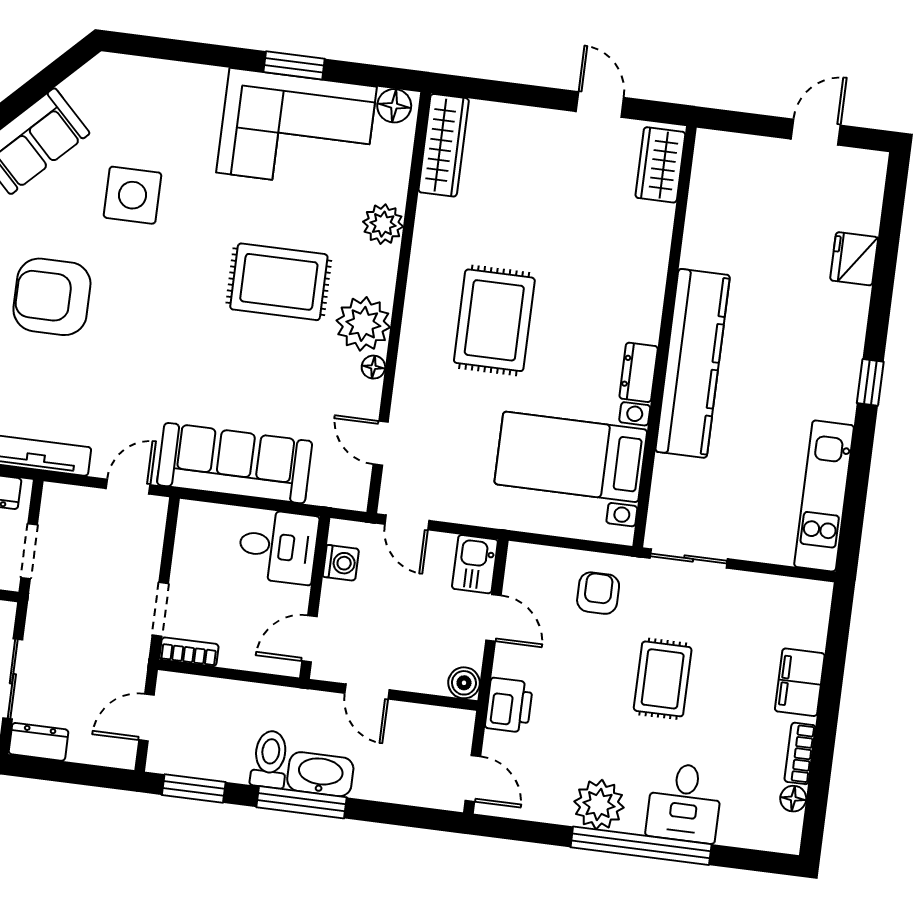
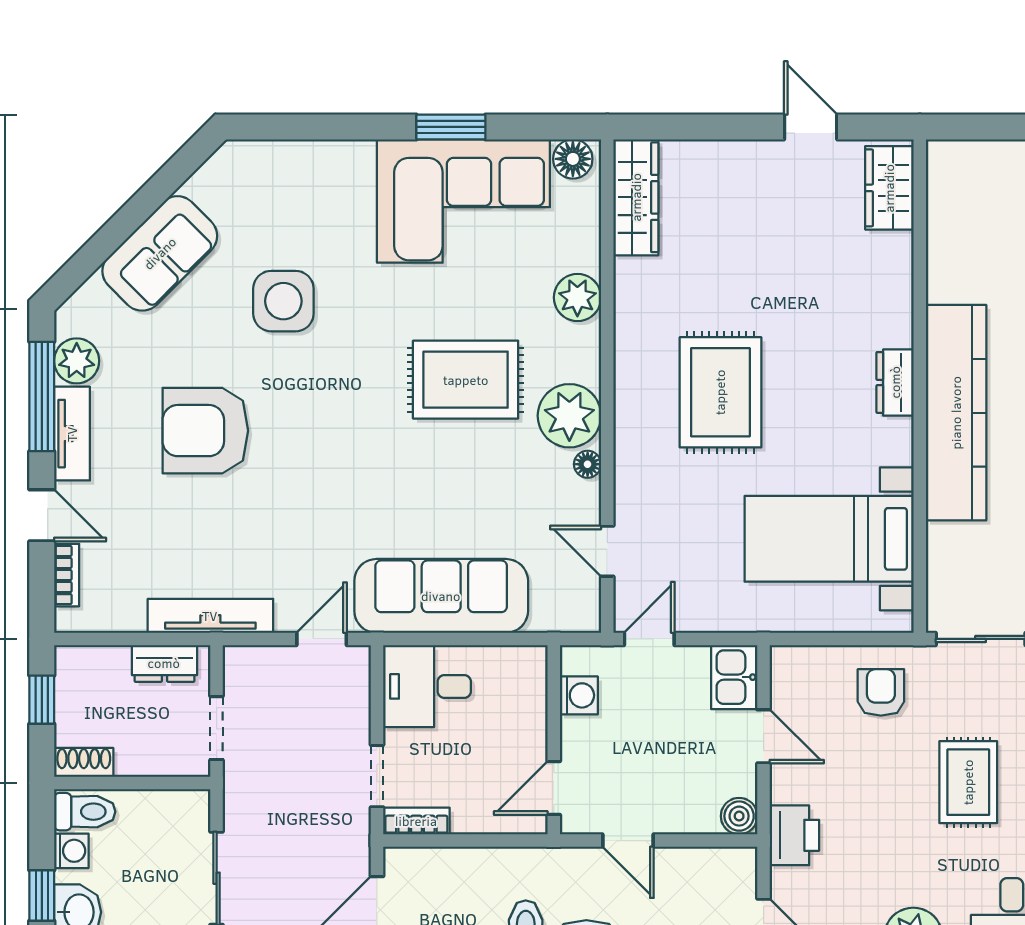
dresser: (639, 372) -> (895, 382), moved
door: (407, 522) -> (649, 639), swing flipped
desk: (278, 546) -> (427, 686), moved, turned 180

